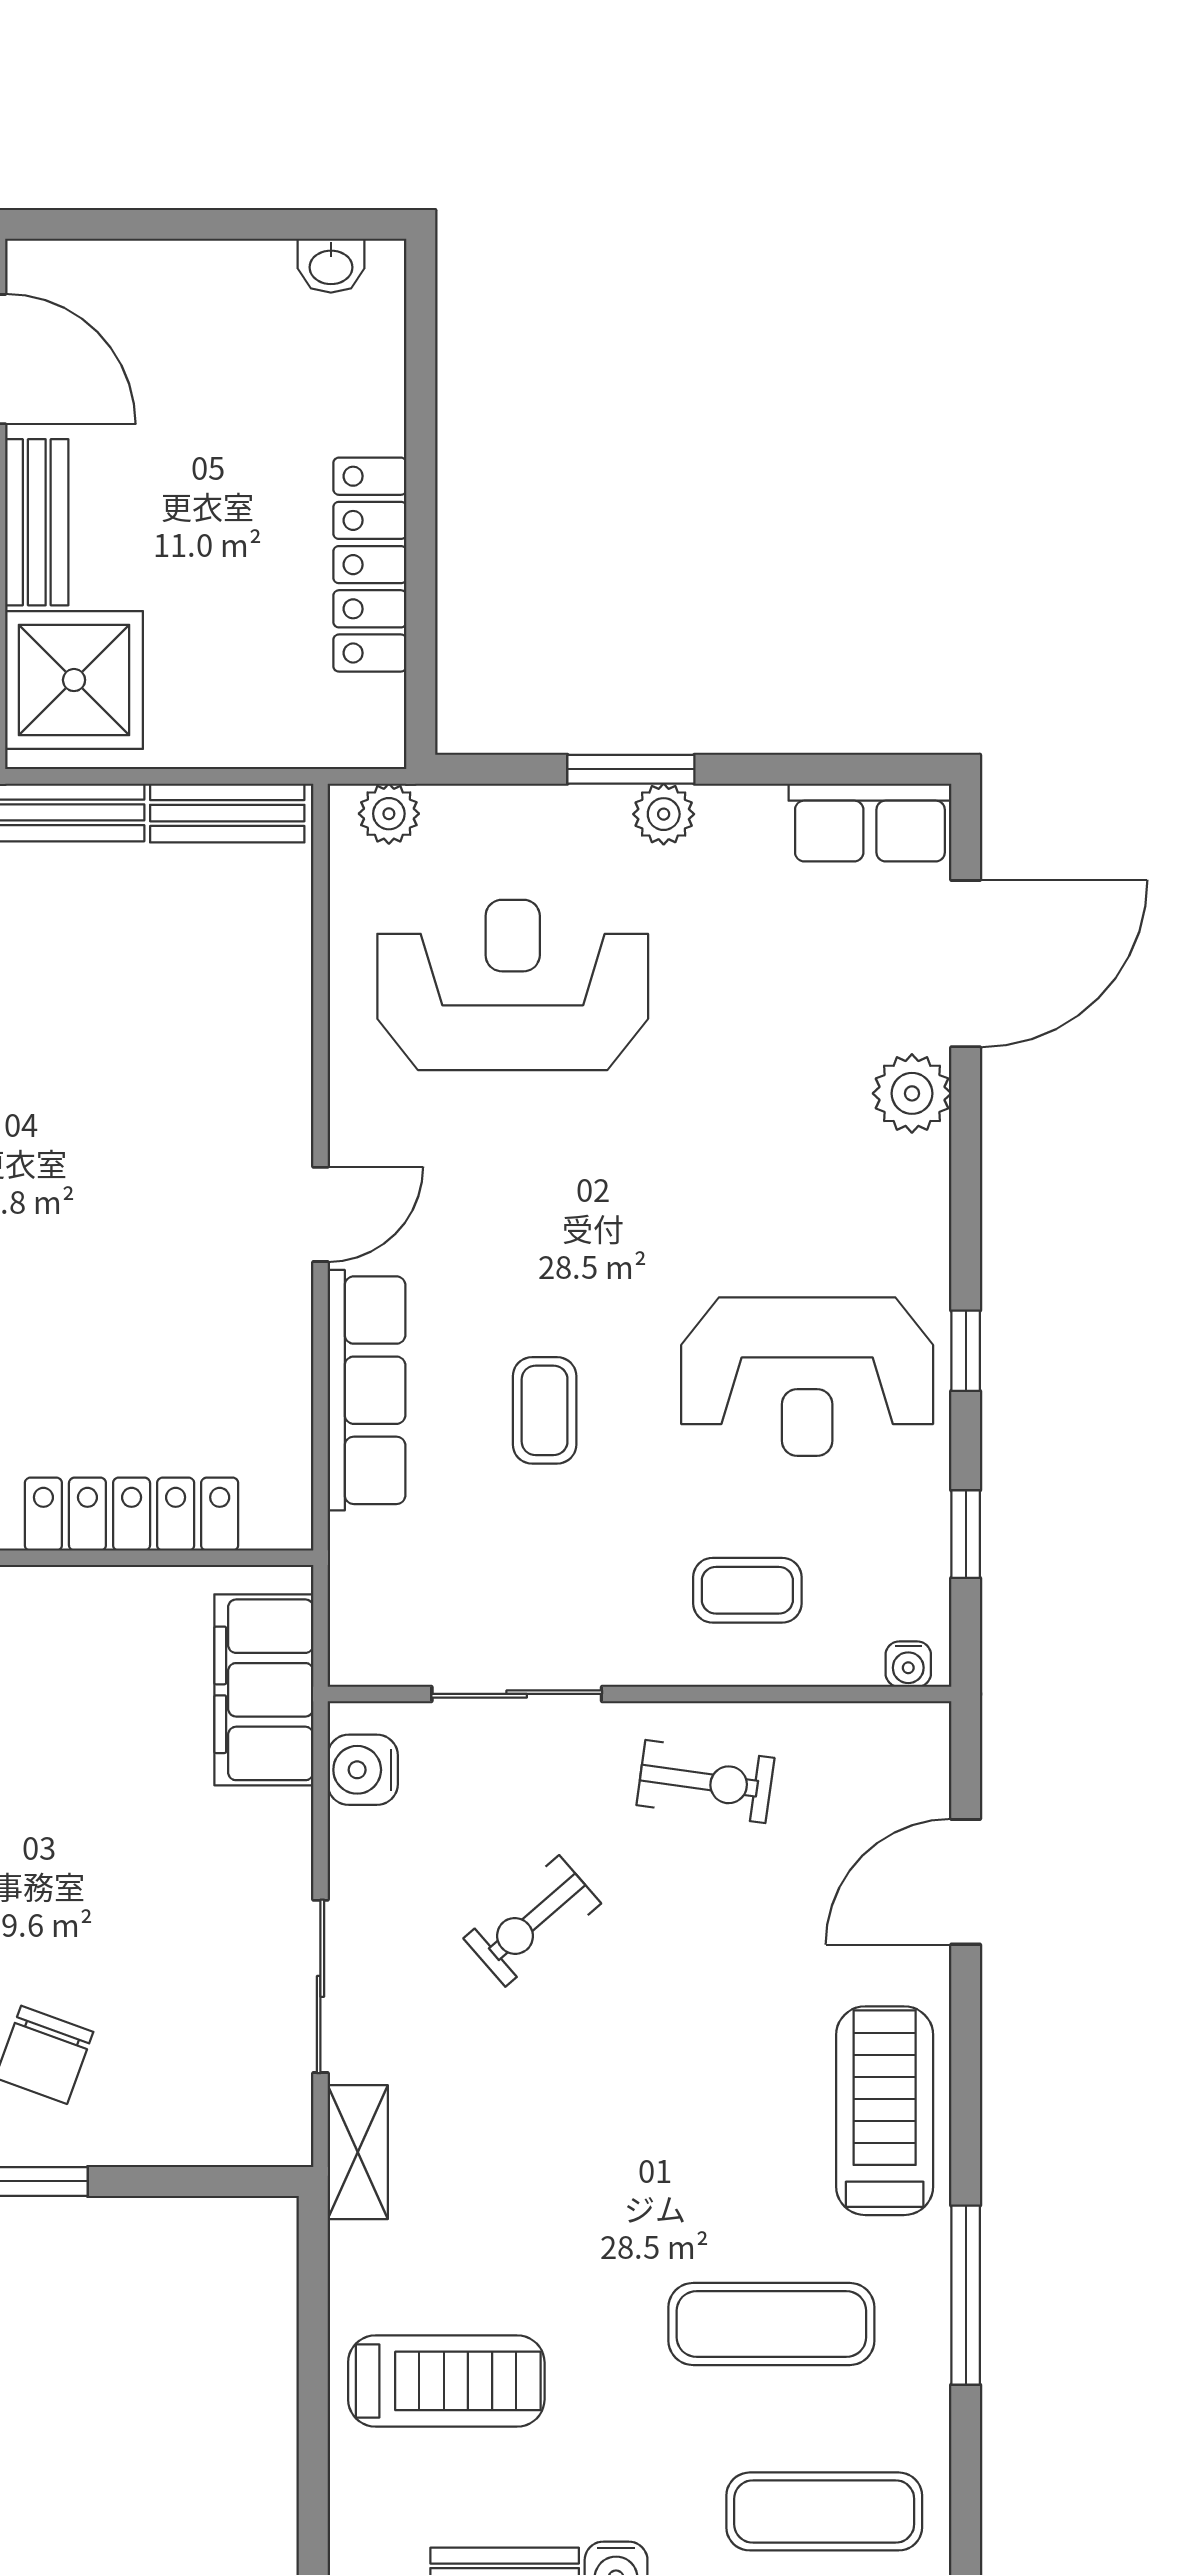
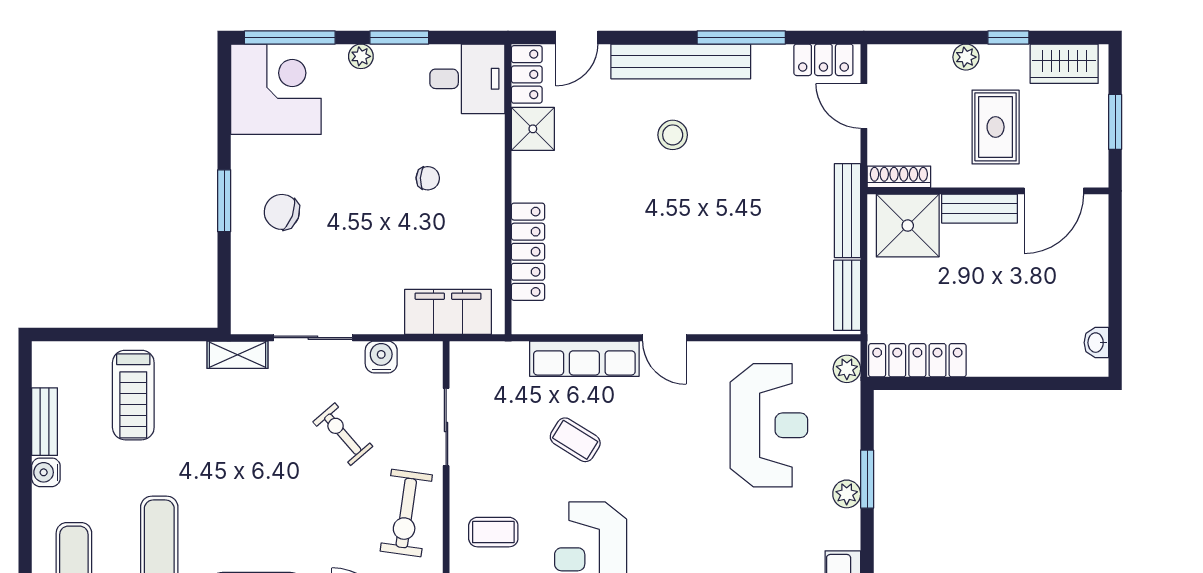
locker: (370, 565) -> (917, 360), moved
coffee table: (545, 1410) -> (575, 440), turned 32
coffee table: (747, 1590) -> (493, 532), turned 90
water cooler: (363, 1770) -> (381, 357), moved
exercise bike: (705, 1782) -> (406, 513), width x1.38, depth x1.39

